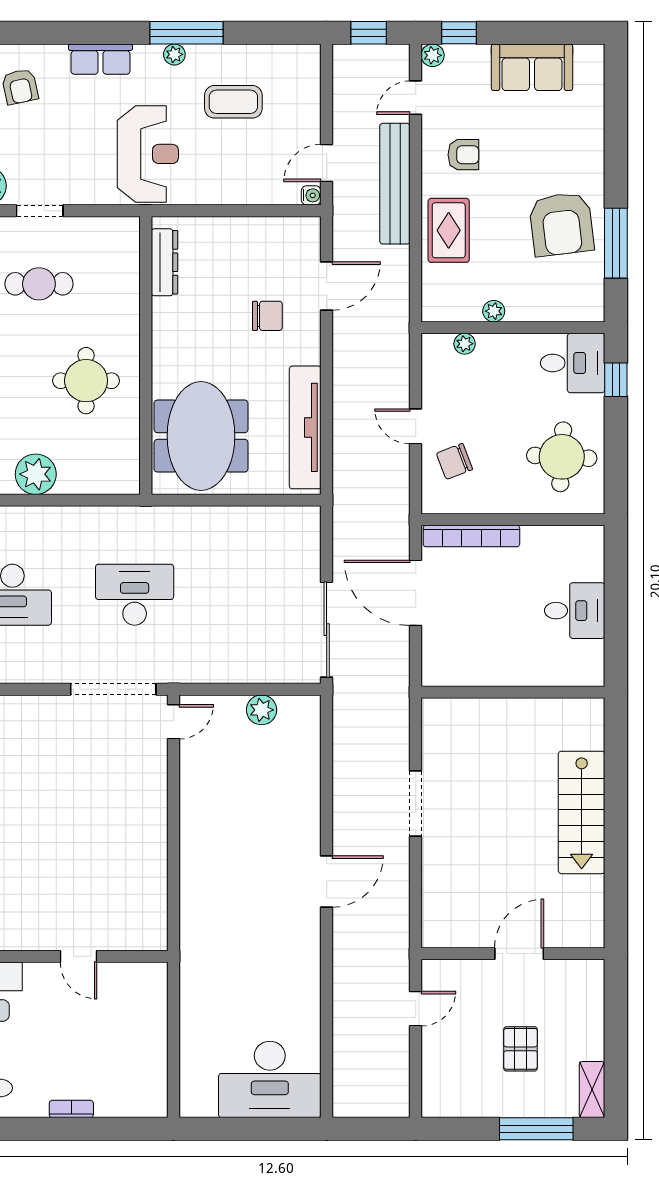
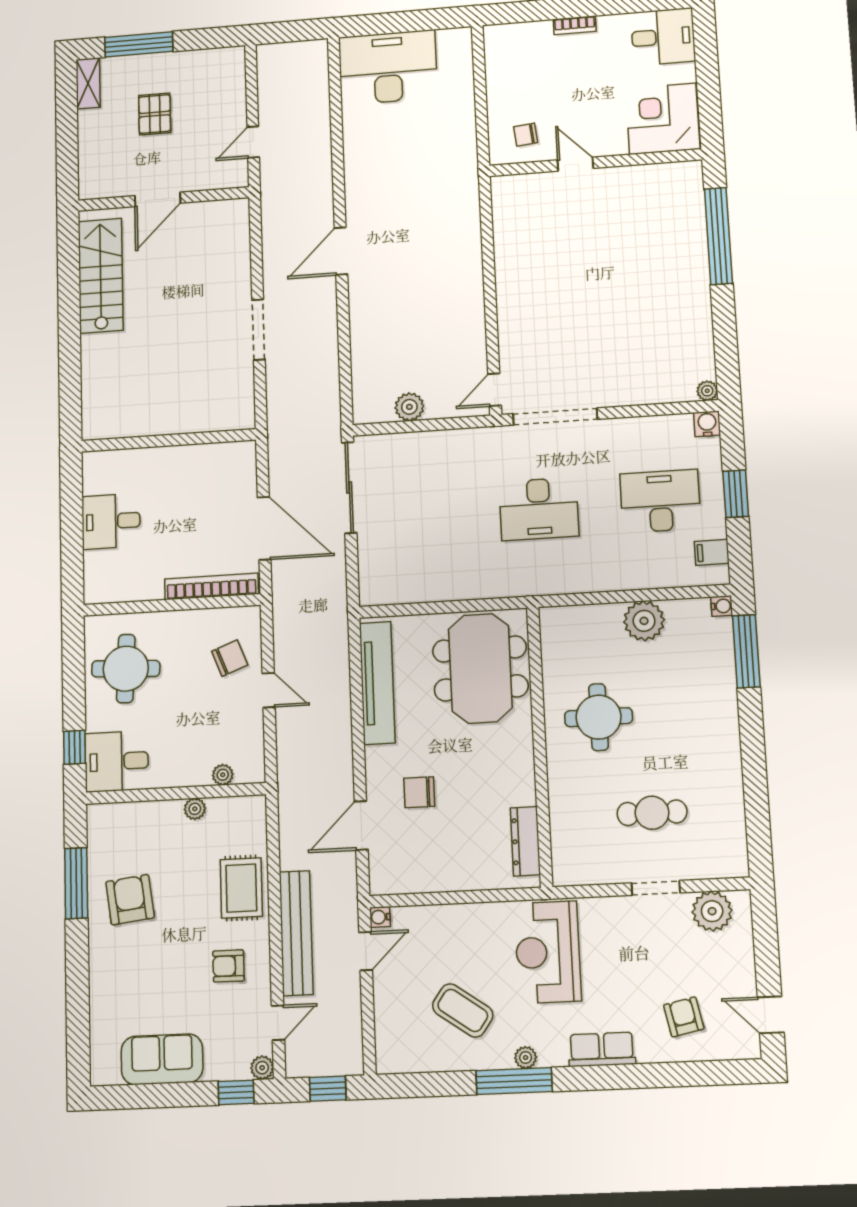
coffee table: (233, 102) -> (463, 1010), turned 35
armchair: (561, 224) -> (130, 900), width x0.73, depth x0.73
stairs: (582, 812) -> (101, 276), moved
chair: (128, 993) -> (526, 135), added

